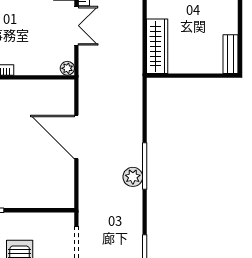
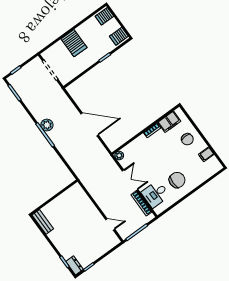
double door: (76, 26) -> (130, 180), swing flipped
wardrobe: (157, 46) -> (82, 199), removed

